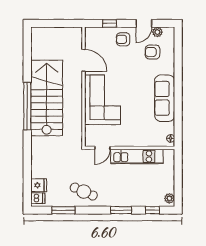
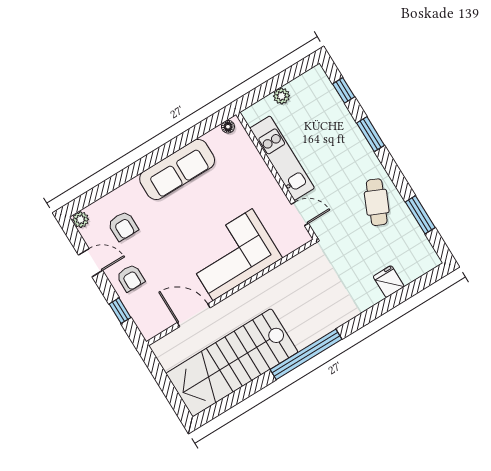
plant: (157, 32) -> (81, 220), moved
door: (84, 60) -> (194, 315), hinge flipped
stairs: (47, 98) -> (232, 363), moved
fridge: (39, 185) -> (389, 282), moved
dishwasher: (38, 198) -> (425, 261), removed
plant: (169, 198) -> (282, 96), moved

